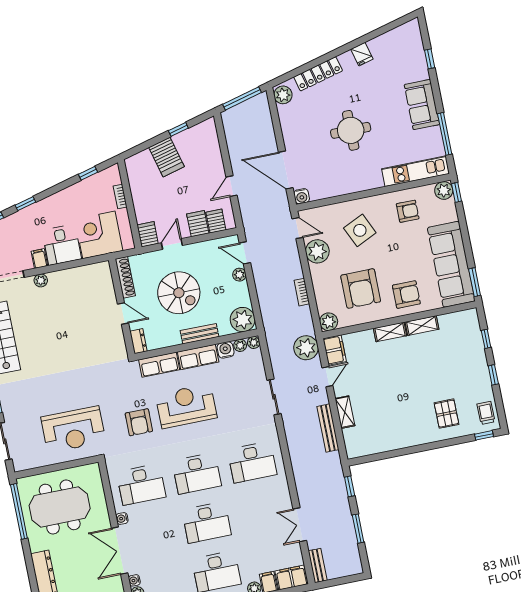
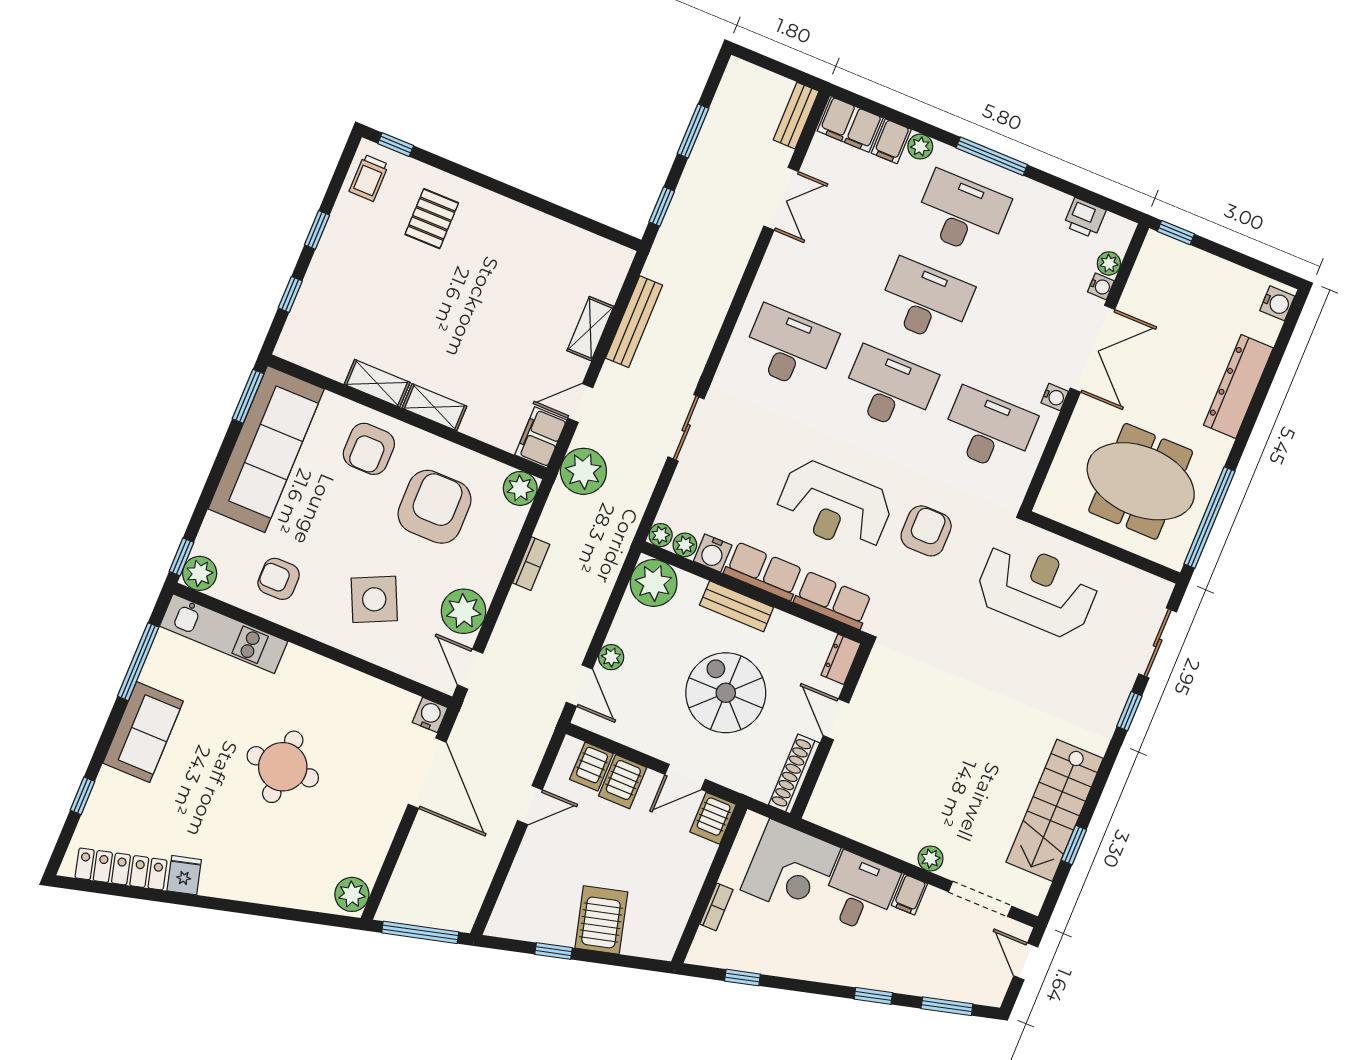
locker: (318, 74) -> (121, 869), moved
armchair: (406, 295) -> (369, 449), turned -90

